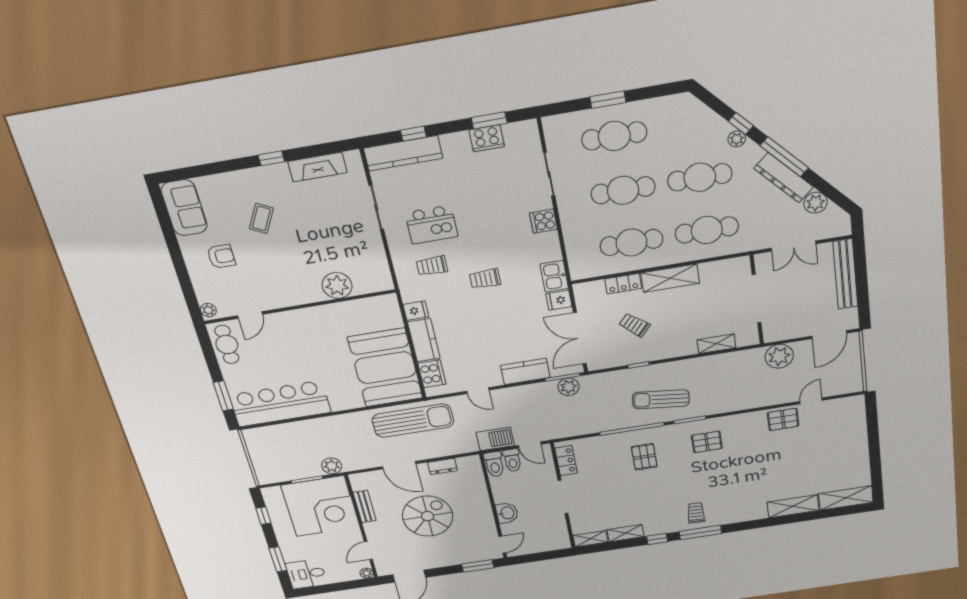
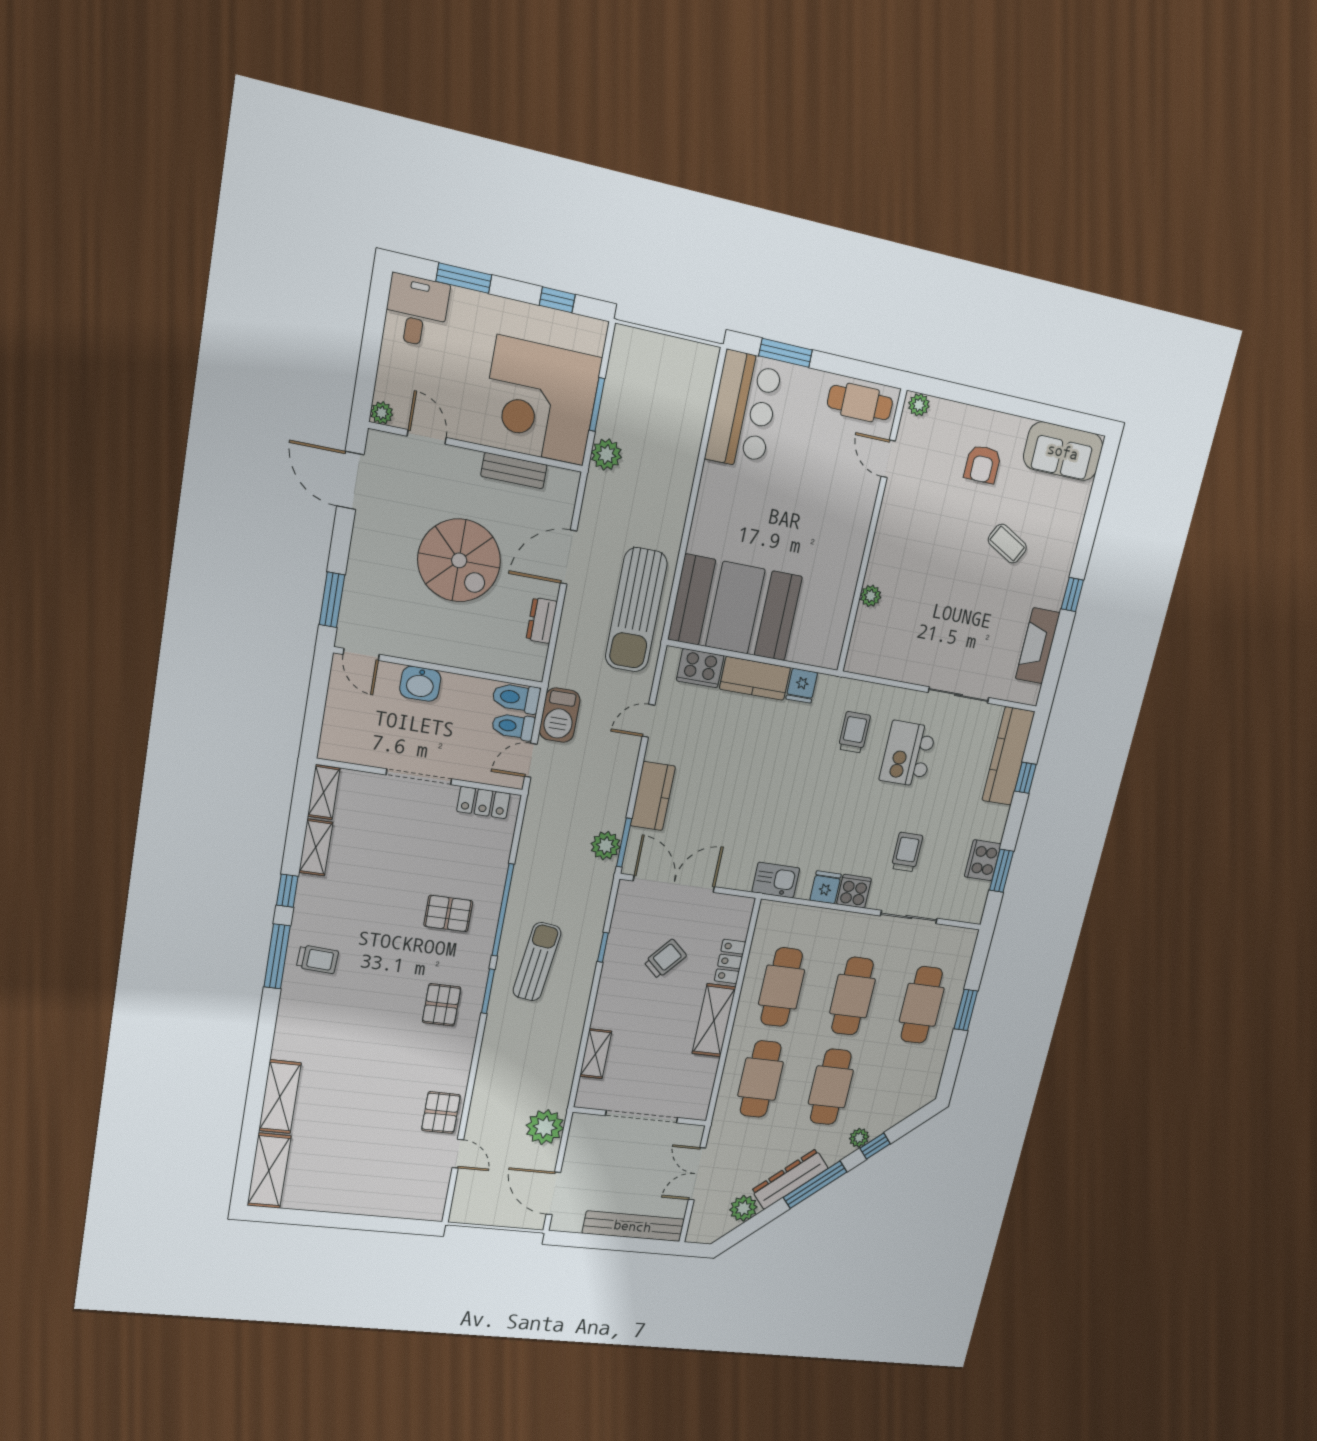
trolley: (485, 279) -> (907, 852), moved
plant: (337, 286) -> (871, 596), width x0.53, depth x0.53
fridge: (559, 300) -> (826, 887), moved
bar counter: (280, 404) -> (744, 410), width x0.73

